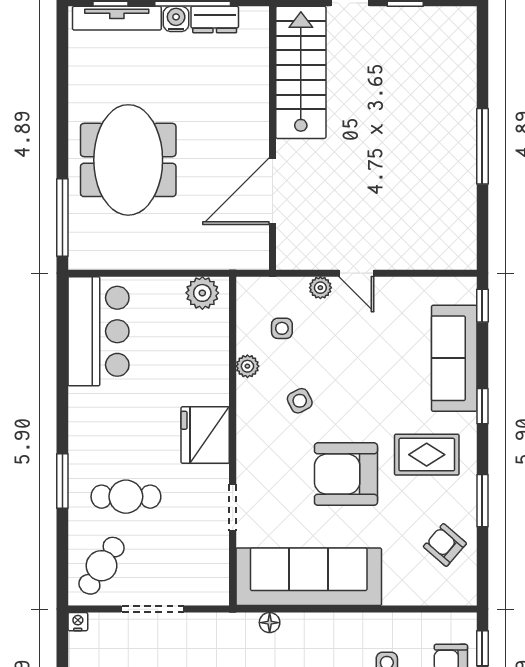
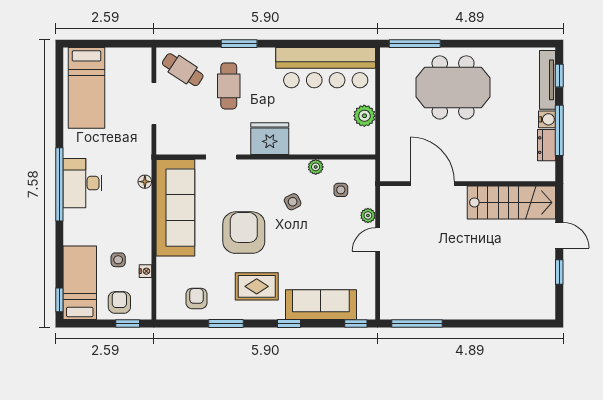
window: (482, 146) -> (417, 324), moved
plant: (202, 293) -> (364, 116), moved
bar counter: (98, 331) -> (326, 68), width x1.36
rug: (427, 455) -> (257, 286), turned 90
armchair: (445, 545) -> (196, 298), turned -41
nightstand: (78, 622) -> (145, 271), moved

